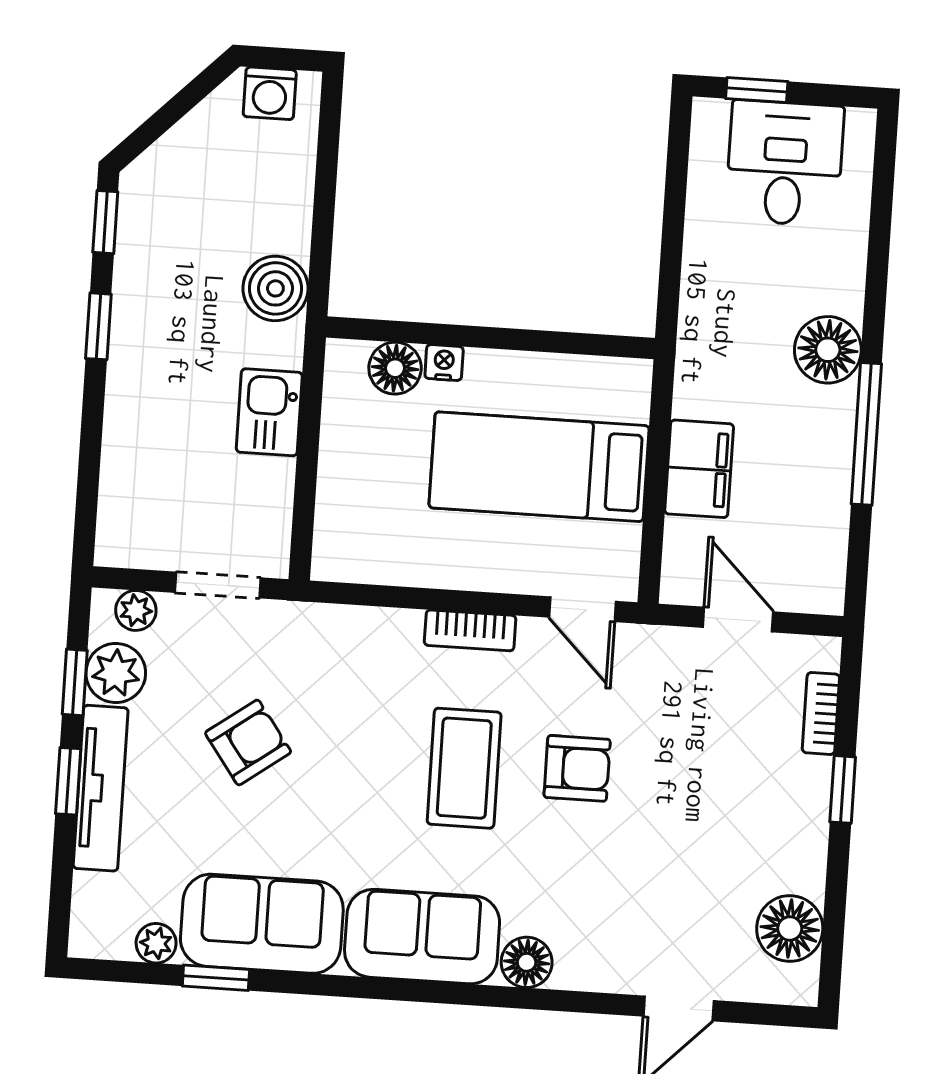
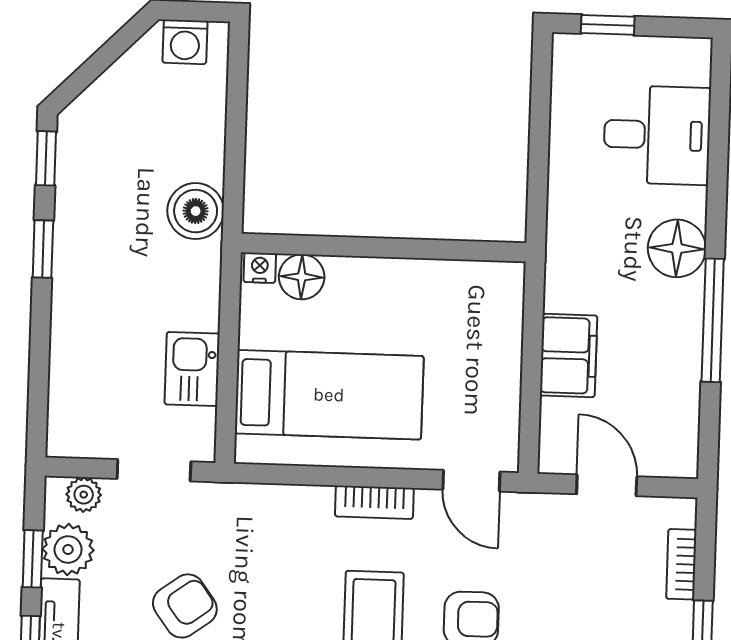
desk: (785, 163) -> (657, 135), moved, turned 90
nightstand: (444, 363) -> (260, 268), moved
kitchen sink: (269, 412) -> (192, 369), moved
bed: (539, 467) -> (329, 395), moved, turned 180

